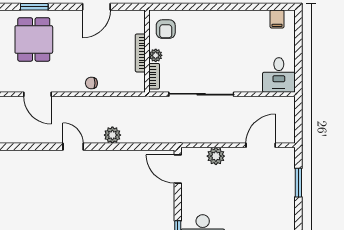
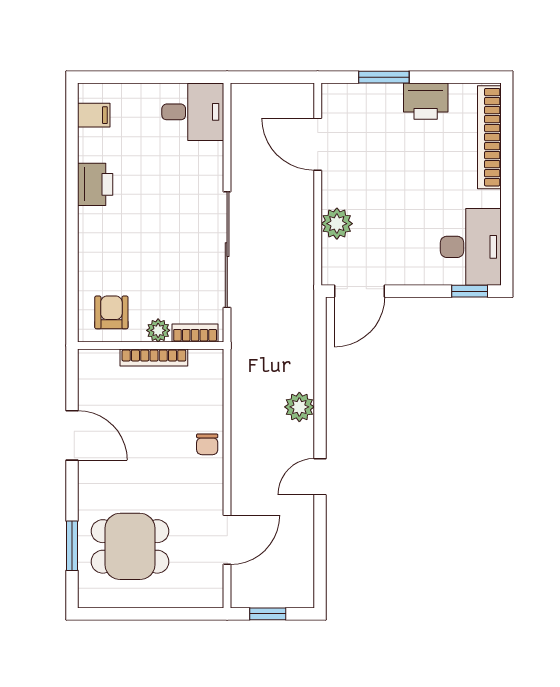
printer: (238, 20) -> (95, 184), added
armchair: (166, 29) -> (111, 312), turned -90
printer: (285, 206) -> (426, 101), added

